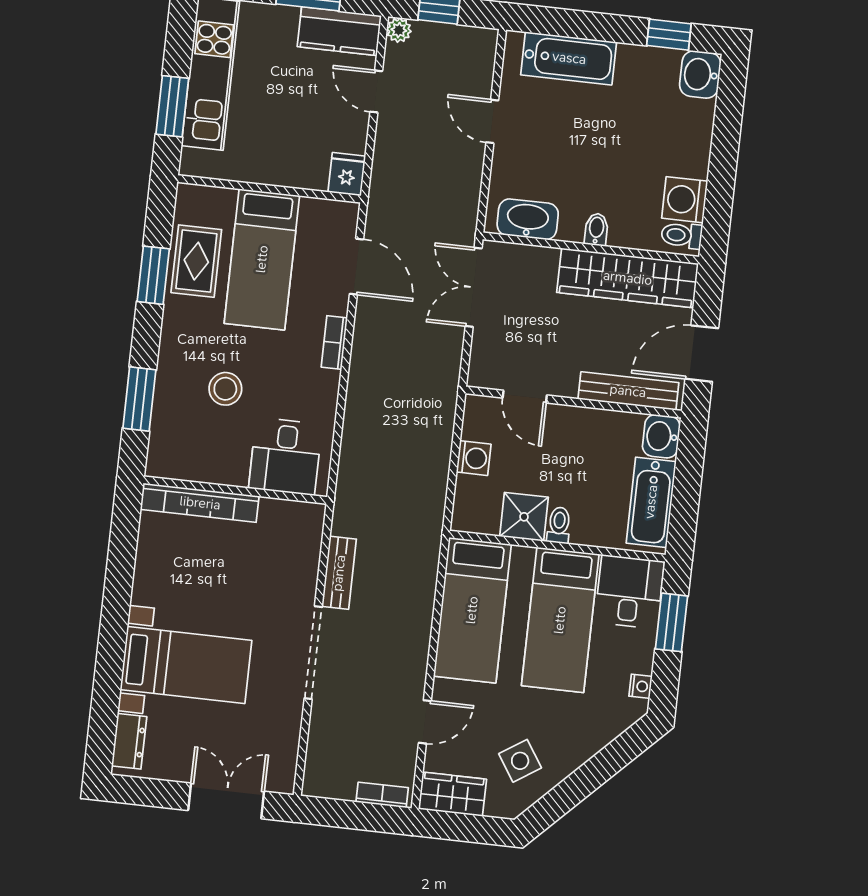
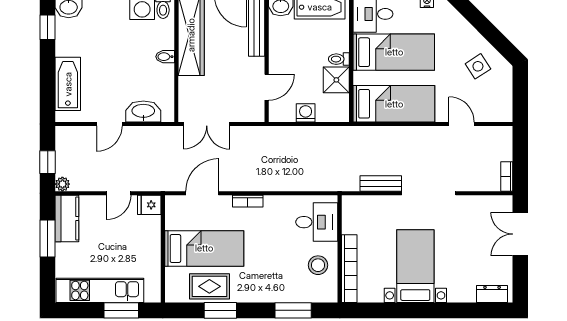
door: (376, 91) -> (119, 193), moved
washbasin: (528, 219) -> (143, 111), moved, turned 90
stool: (225, 389) -> (318, 265), moved
bed with nightstands: (186, 665) -> (415, 266), moved
wardrobe: (452, 794) -> (502, 103), removed
bookcase: (382, 795) -> (507, 177), moved

